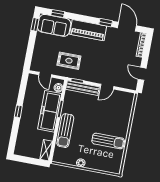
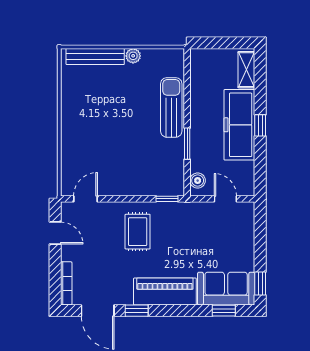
rug: (69, 61) -> (138, 232), moved, turned 90
door: (107, 87) -> (86, 199), moved
bench: (82, 88) -> (95, 57), moved
freezer: (50, 111) -> (239, 125), moved, turned 180
sun lounger: (108, 141) -> (93, 104), removed
shelving: (46, 150) -> (246, 70), moved

